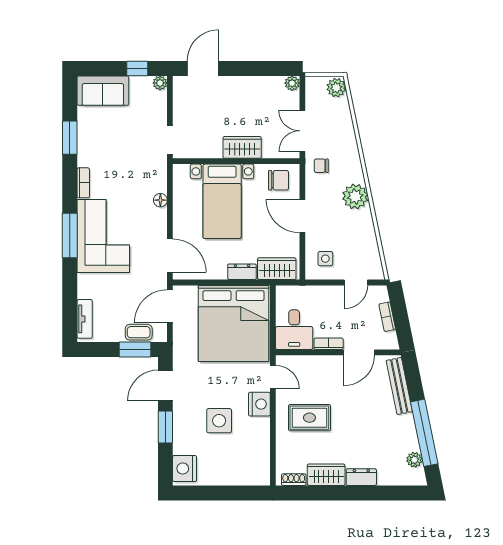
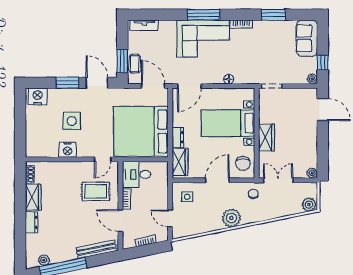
nightstand: (259, 404) -> (67, 150), moved
rug: (309, 418) -> (96, 191), moved, turned 90

